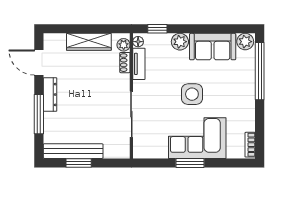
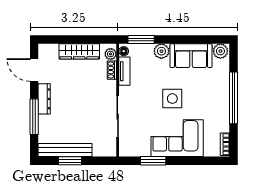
window: (157, 29) -> (141, 40), width x1.50
window: (260, 71) -> (233, 98), moved
window: (190, 163) -> (153, 161), moved

